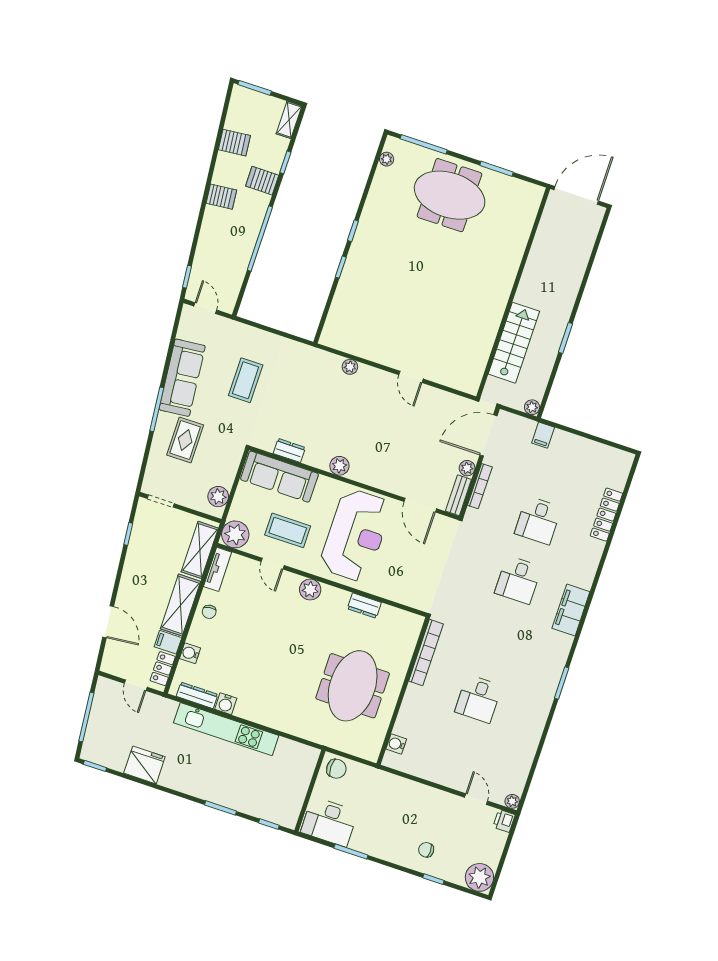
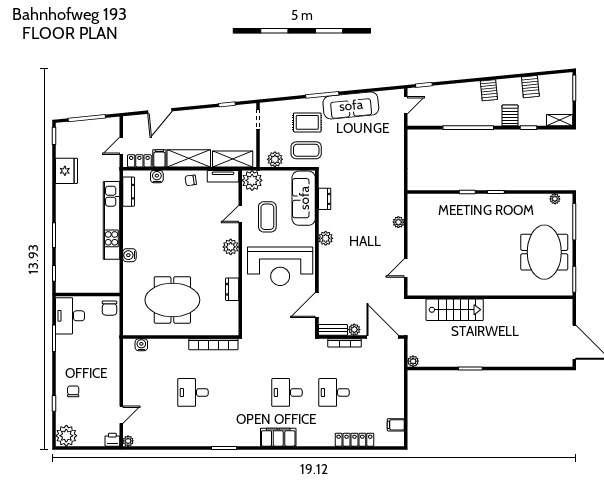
wall: (513, 293) -> (490, 297), moved
stairs: (514, 343) -> (455, 310), moved
coffee table: (246, 380) -> (306, 150), moved
filing cabinet: (543, 435) -> (396, 425), moved
water cooler: (226, 704) -> (129, 255), moved

